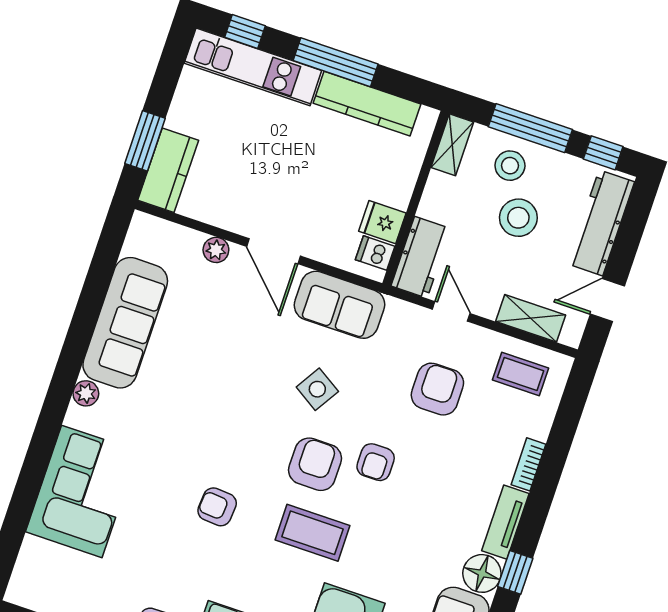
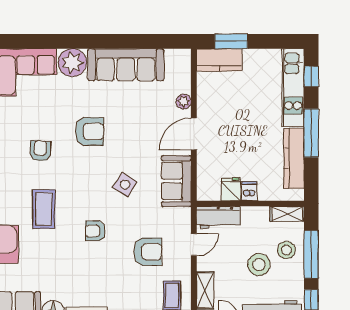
dishwasher: (375, 253) -> (249, 191), moved
plant: (86, 393) -> (72, 63), width x1.88, depth x1.88
armchair: (315, 464) -> (90, 132), moved

